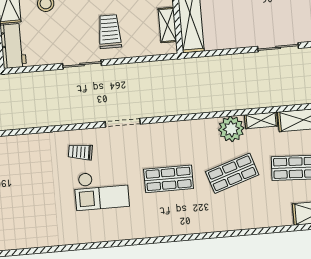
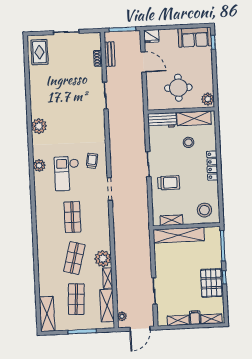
shop shelf: (232, 173) -> (74, 258), turned 33
plant: (91, 234) -> (39, 165), added
plant: (30, 236) -> (39, 126), added

